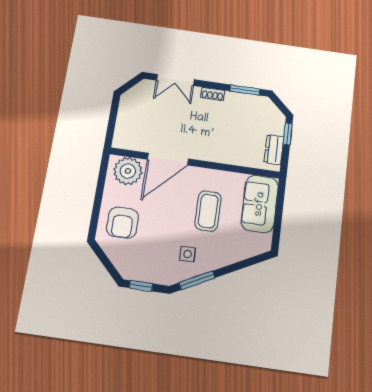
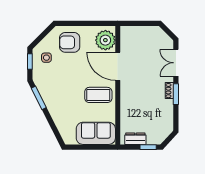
window: (245, 90) -> (176, 94), moved
coffee table: (208, 211) -> (98, 95), moved
side table: (187, 254) -> (46, 58), moved

